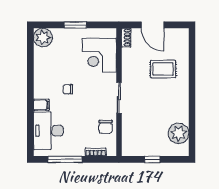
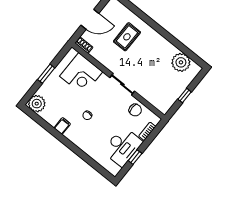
filing cabinet: (41, 105) -> (62, 126), moved
desk: (48, 131) -> (123, 147), moved, turned -90
window: (65, 159) -> (135, 157), width x0.46

